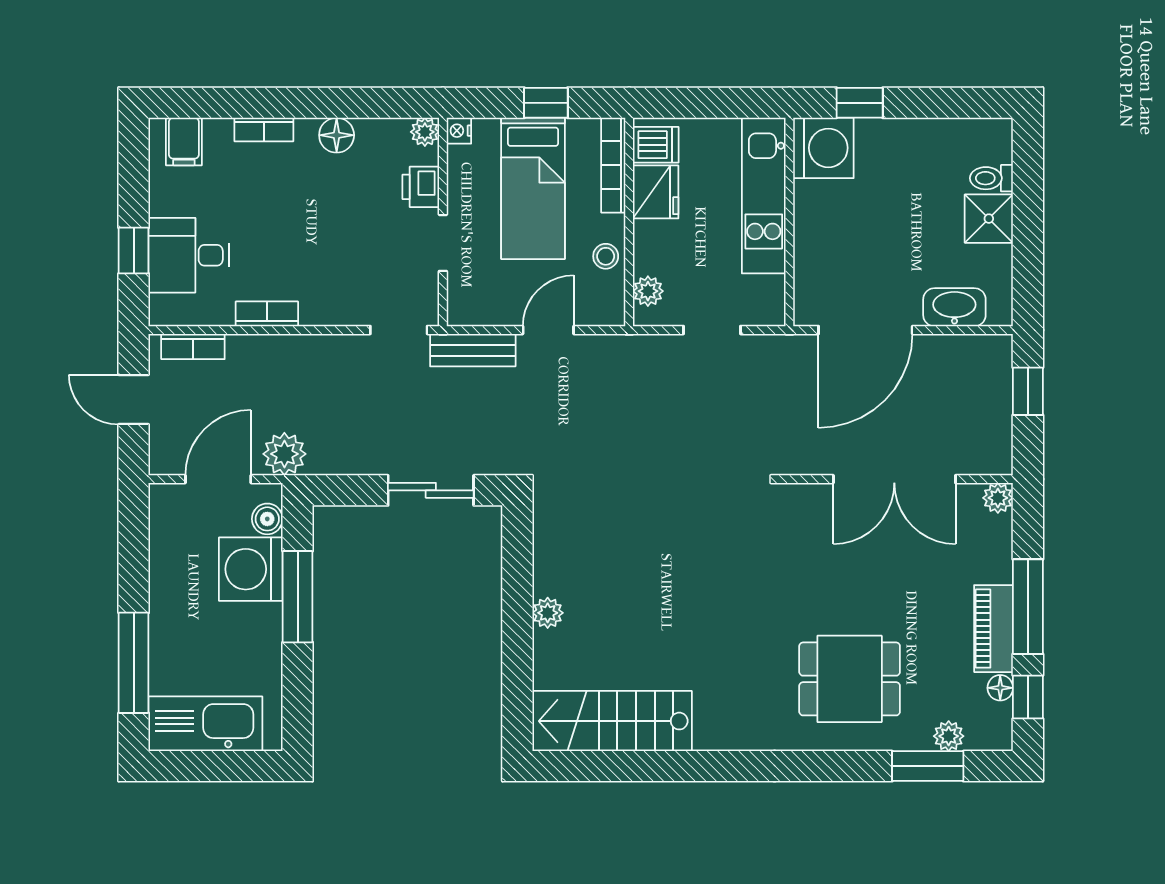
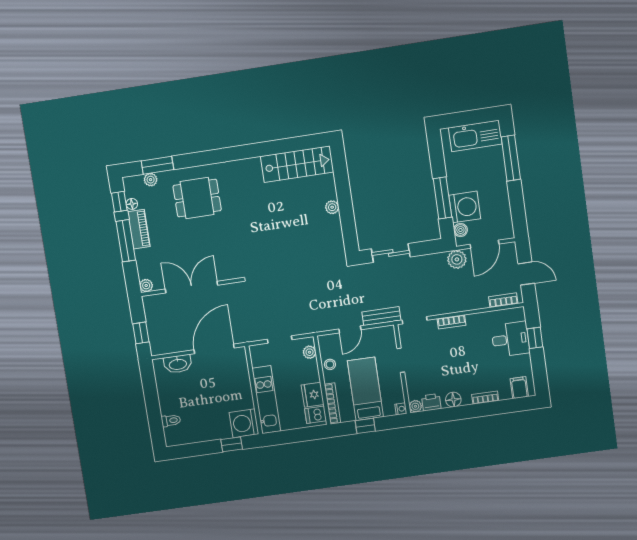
printer: (421, 187) -> (431, 402), moved, turned -90
shower: (989, 219) -> (169, 403), removed
bookcase: (267, 314) -> (452, 322), moved

